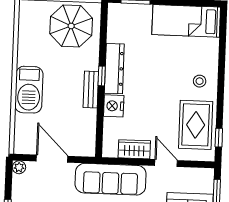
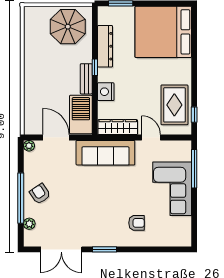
bed: (186, 21) -> (163, 32), width x2.04
dresser: (114, 69) -> (105, 46), moved
stool: (200, 81) -> (176, 68), removed
barbecue: (29, 90) -> (81, 115), moved, turned 180
wardrobe: (134, 149) -> (118, 127), width x1.50

